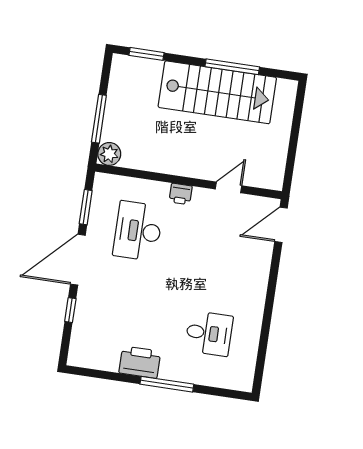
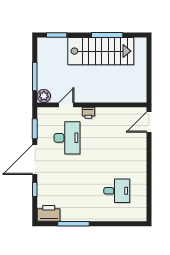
door: (228, 187) -> (66, 105), moved
desk: (138, 231) -> (67, 138), turned 180
printer: (140, 362) -> (49, 213), moved
window: (167, 384) -> (73, 224), moved

